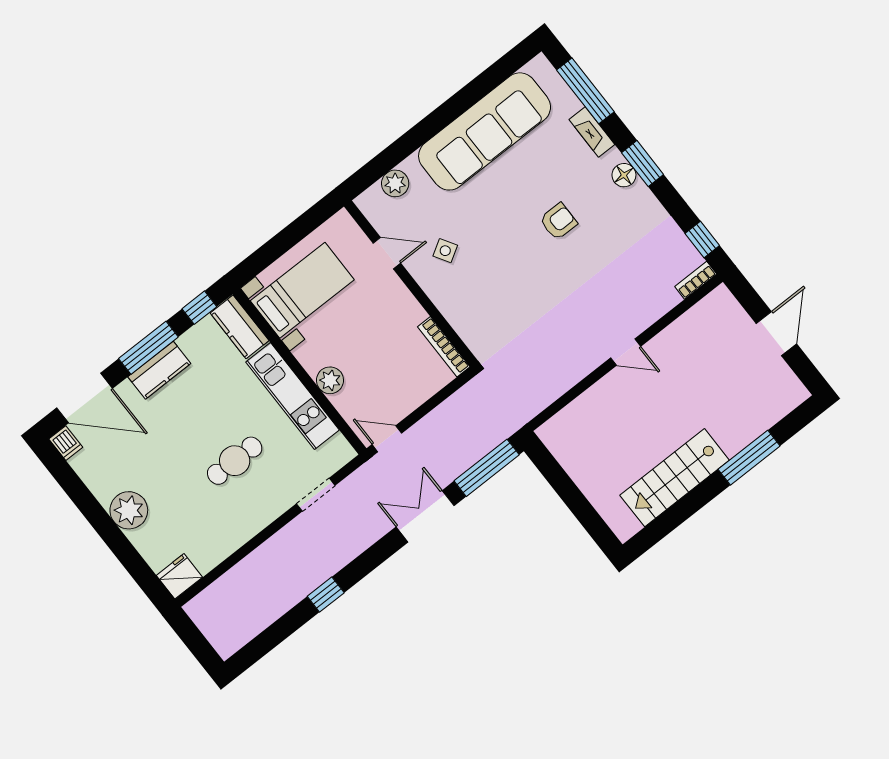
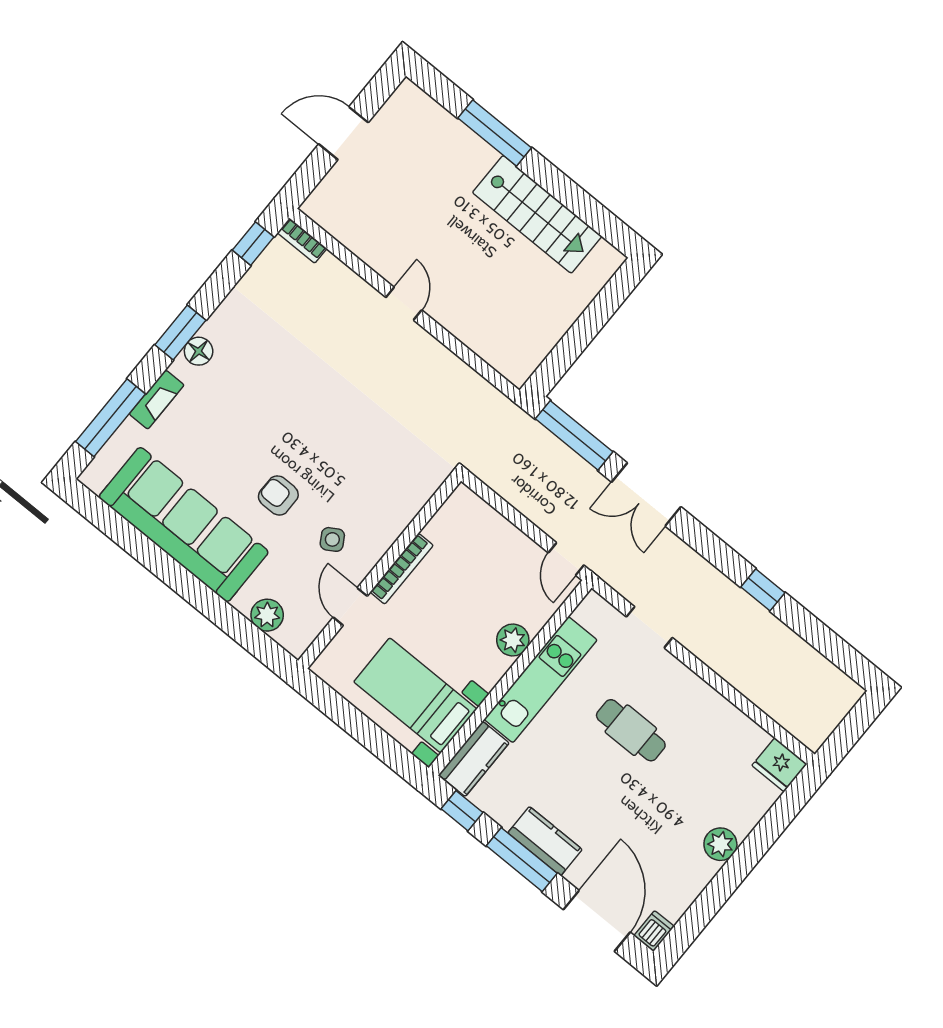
armchair: (558, 221) -> (278, 495), moved
bookcase: (444, 347) -> (402, 569), moved
plant: (129, 510) -> (720, 844), width x0.73, depth x0.73

